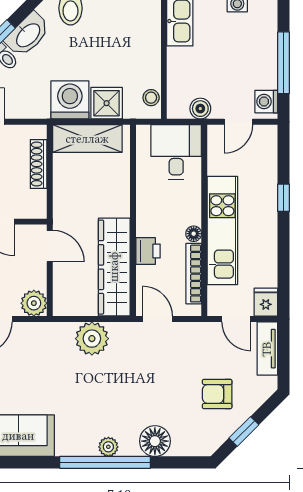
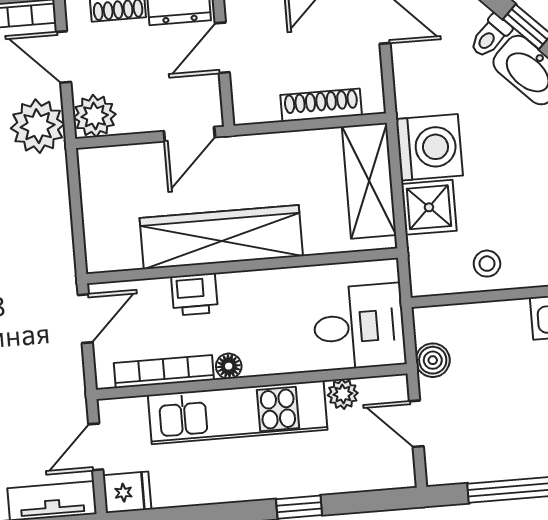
stool: (151, 98) -> (487, 264), moved
washing machine: (266, 102) -> (453, 466), removed
plant: (216, 165) -> (343, 394), added
wardrobe: (114, 267) -> (221, 237), moved
plant: (92, 339) -> (38, 126), moved

